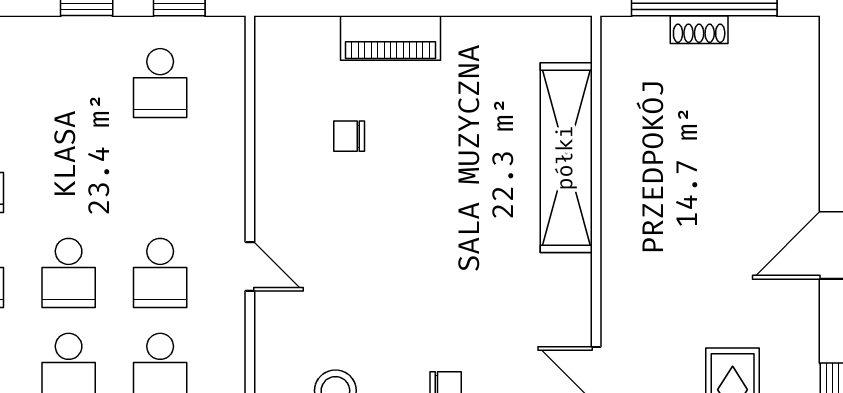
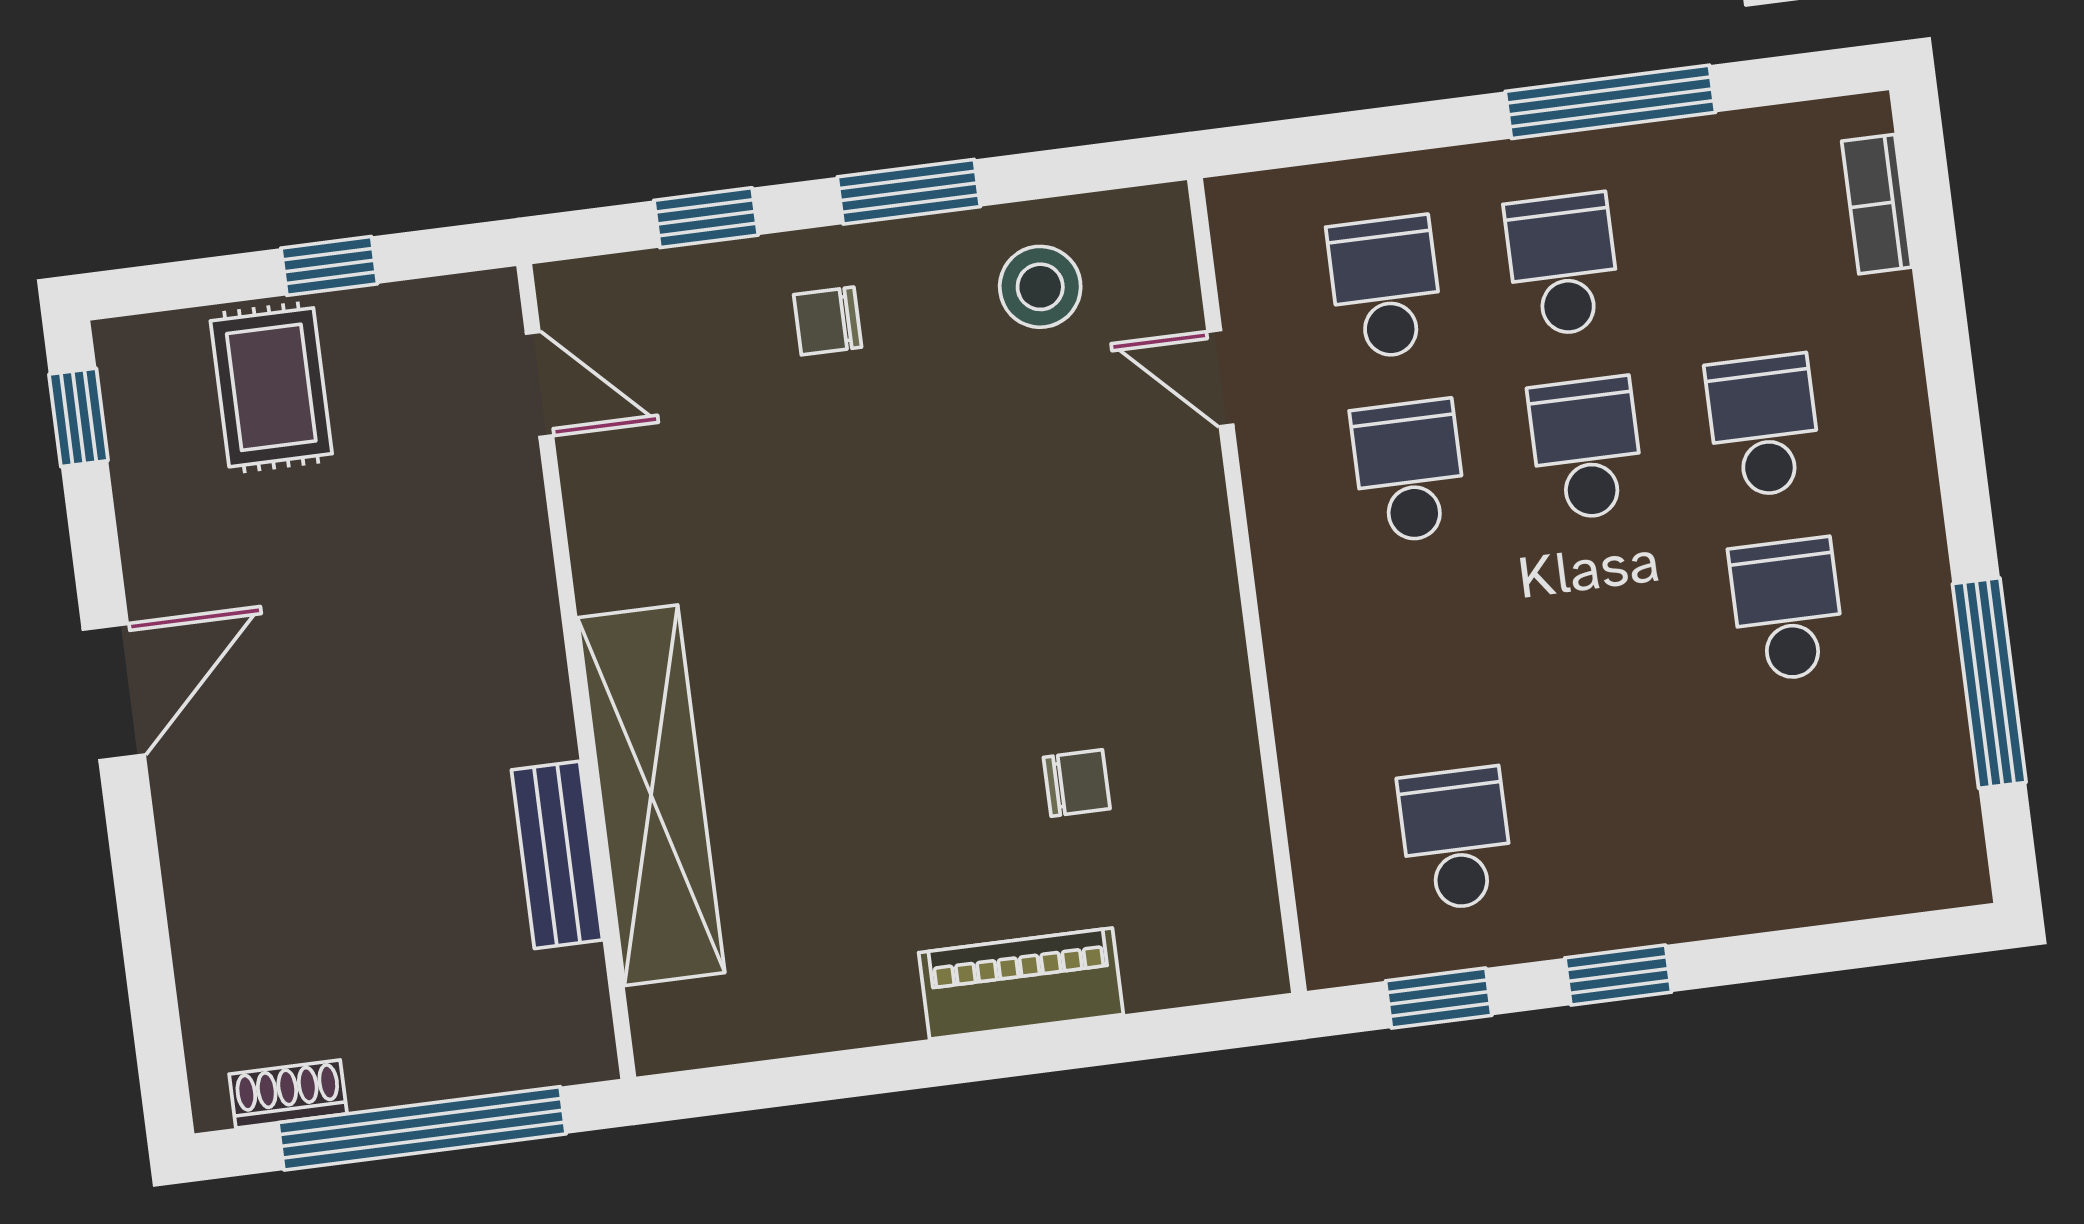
shoe rack: (699, 30) -> (288, 1094), moved
bench: (618, 134) -> (557, 855), added
door: (250, 267) -> (1220, 378), moved

